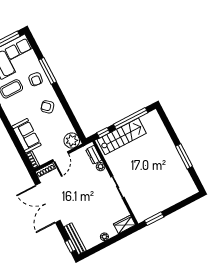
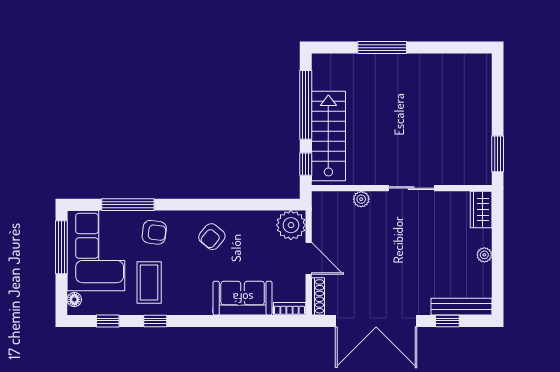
window: (48, 71) -> (128, 205), moved
dresser: (94, 155) -> (335, 200), removed
window: (184, 156) -> (382, 48), moved
window: (70, 246) -> (447, 321), moved

